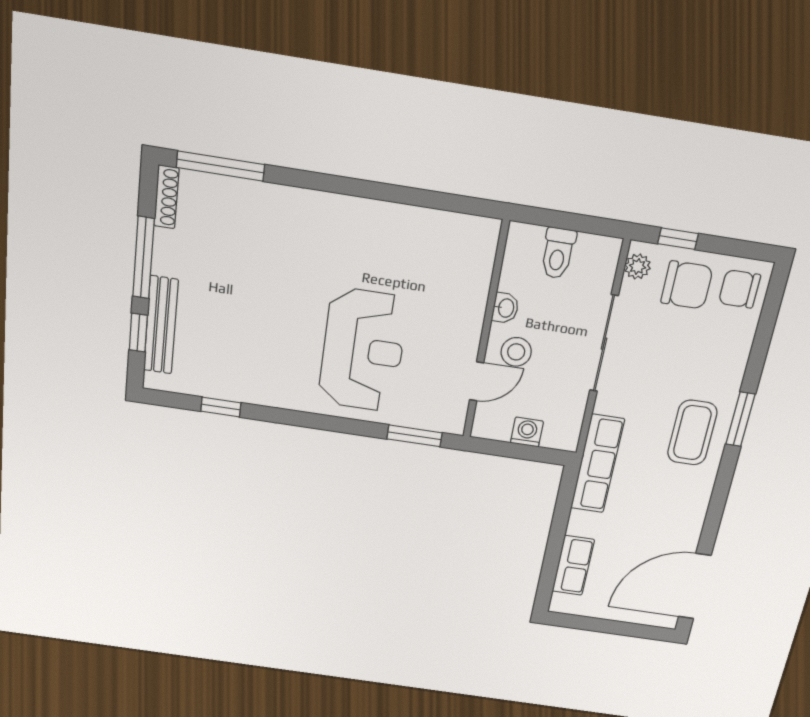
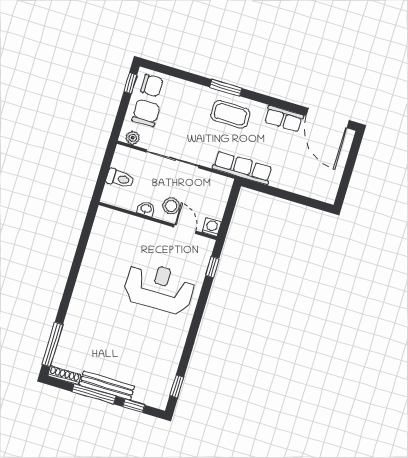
window: (678, 239) -> (130, 83), moved
chair: (740, 289) -> (152, 85), turned -90
bench: (161, 325) -> (107, 386), moved
window: (221, 407) -> (177, 386), moved
washing machine: (527, 432) -> (212, 227), moved, turned 90
window: (414, 436) -> (212, 267), width x0.67
row of seats: (573, 565) -> (284, 119), moved, turned 180

